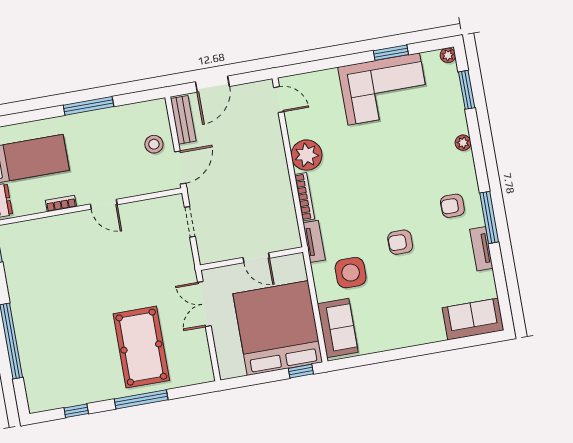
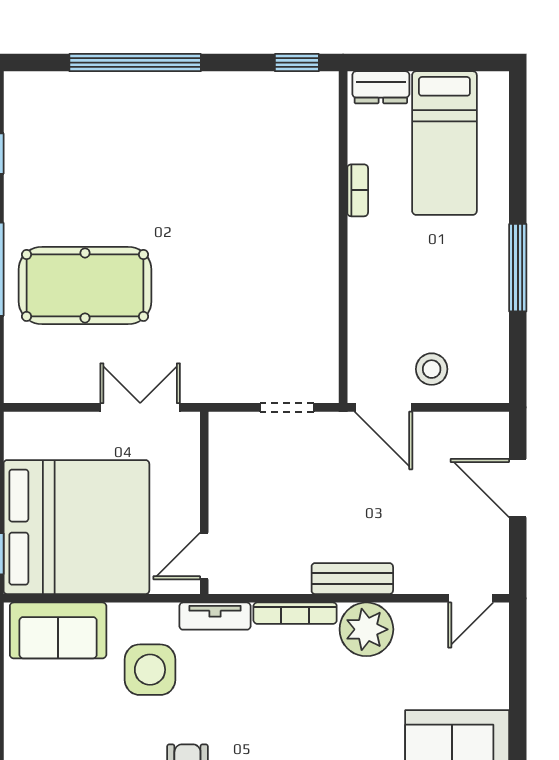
bench: (183, 120) -> (352, 579), moved
door: (104, 204) -> (343, 264), removed
door: (256, 258) -> (204, 556), moved

